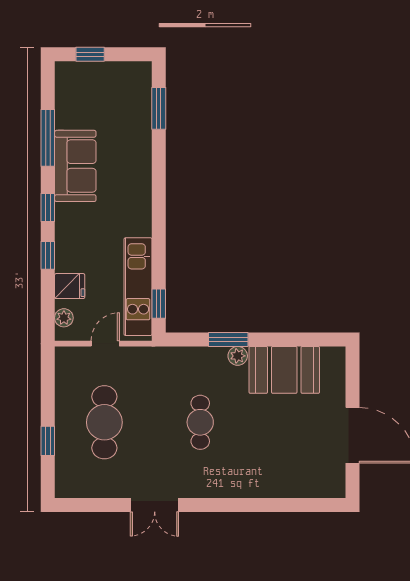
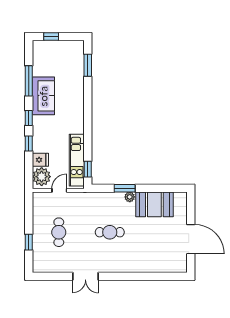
plant: (64, 318) -> (42, 177), width x1.88, depth x1.88
cafe table: (104, 422) -> (59, 232), width x0.73, depth x0.74
cafe table: (200, 422) -> (110, 232), turned 90

